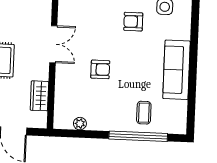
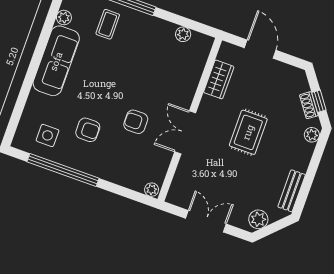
armchair: (100, 69) -> (136, 122), moved
plant: (181, 107) -> (64, 18), added

